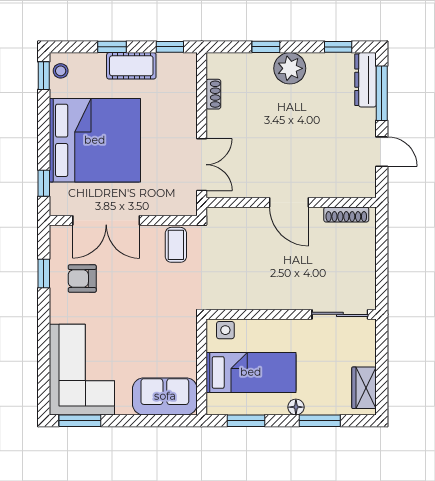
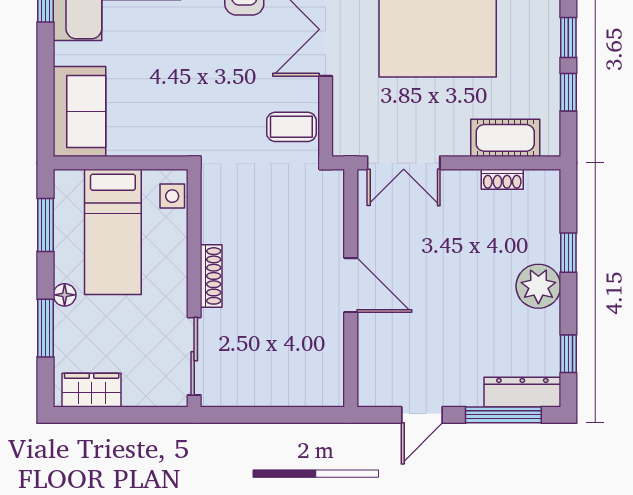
window: (170, 47) -> (568, 92), moved
cot: (131, 66) -> (505, 138), moved, turned 90
door: (289, 202) -> (351, 285), swing flipped
shoe rack: (346, 215) -> (211, 276), moved, turned 180

